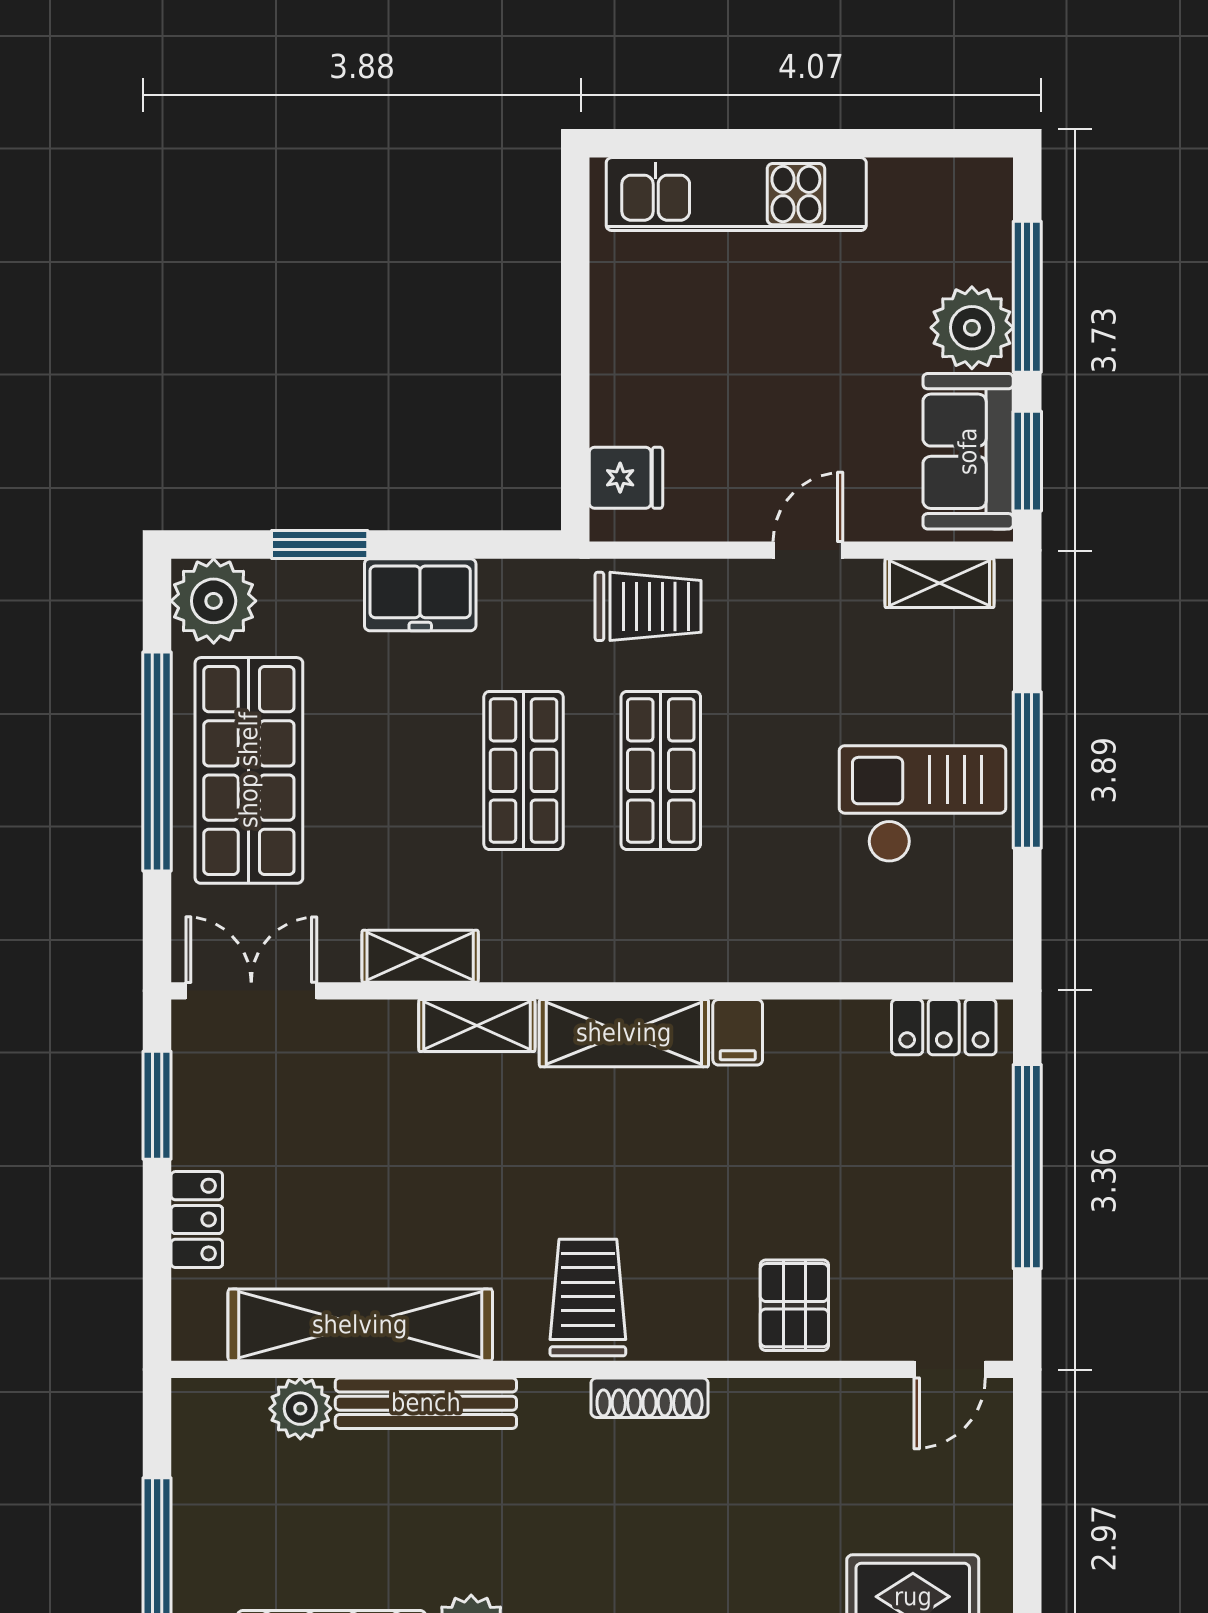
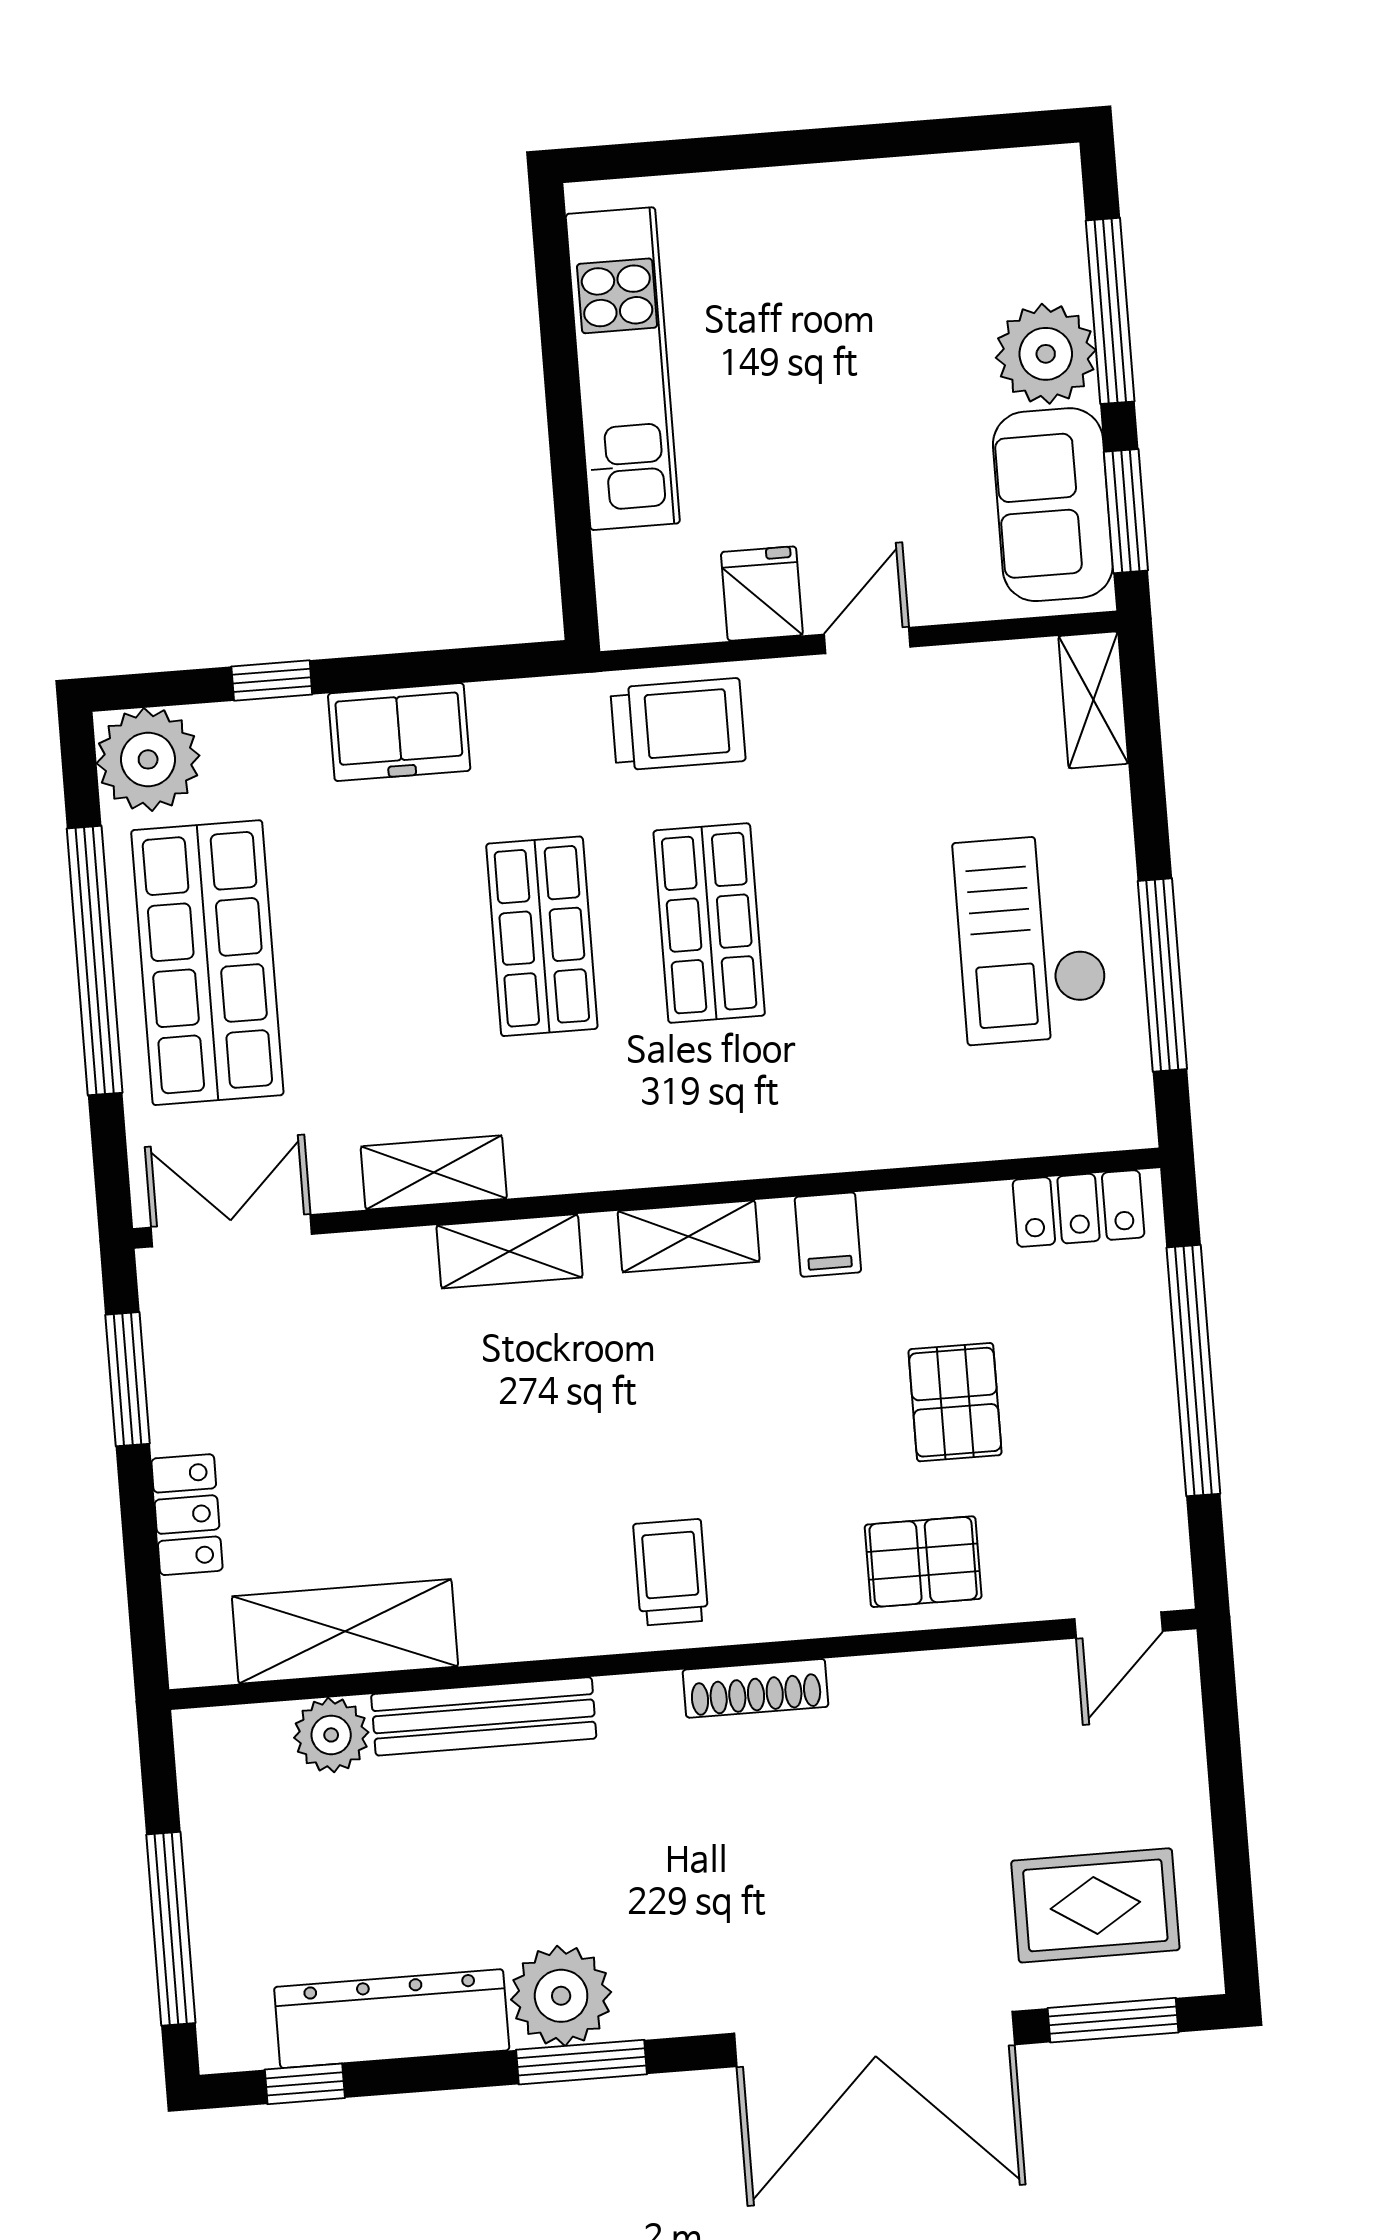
kitchen unit: (736, 194) -> (623, 369), moved, turned -90
fridge: (626, 478) -> (762, 594), moved, turned -90
window: (320, 544) -> (272, 680), width x0.67
shelving: (939, 583) -> (1093, 700), moved, turned 90
window: (1027, 770) -> (1162, 975), moved
checkout: (923, 804) -> (1031, 939), turned -90
shelving: (624, 1033) -> (689, 1236), width x0.67, depth x0.75
pallet: (831, 1177) -> (955, 1402), added
trolley: (588, 1298) -> (671, 1572), width x0.73, depth x0.72
pallet: (794, 1305) -> (923, 1562), turned 90
shelving: (360, 1325) -> (345, 1631), width x0.68

